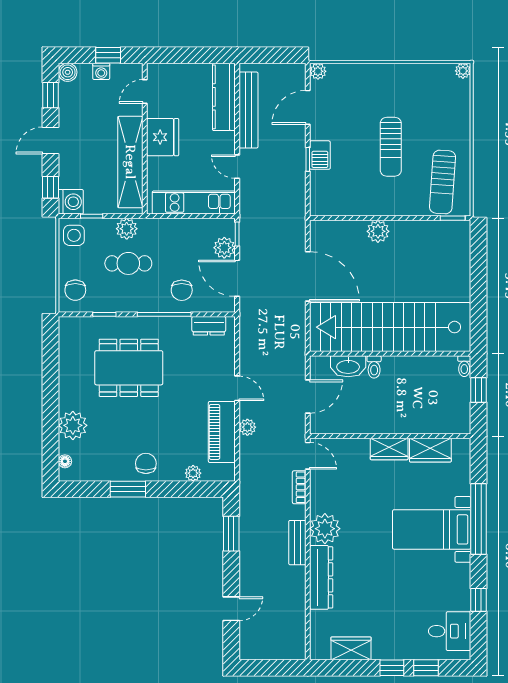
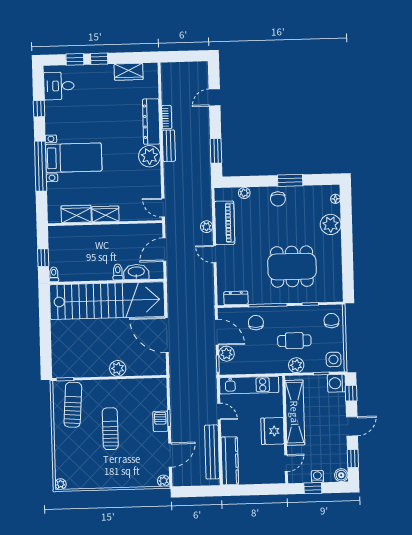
bookcase: (299, 487) -> (167, 117), moved

